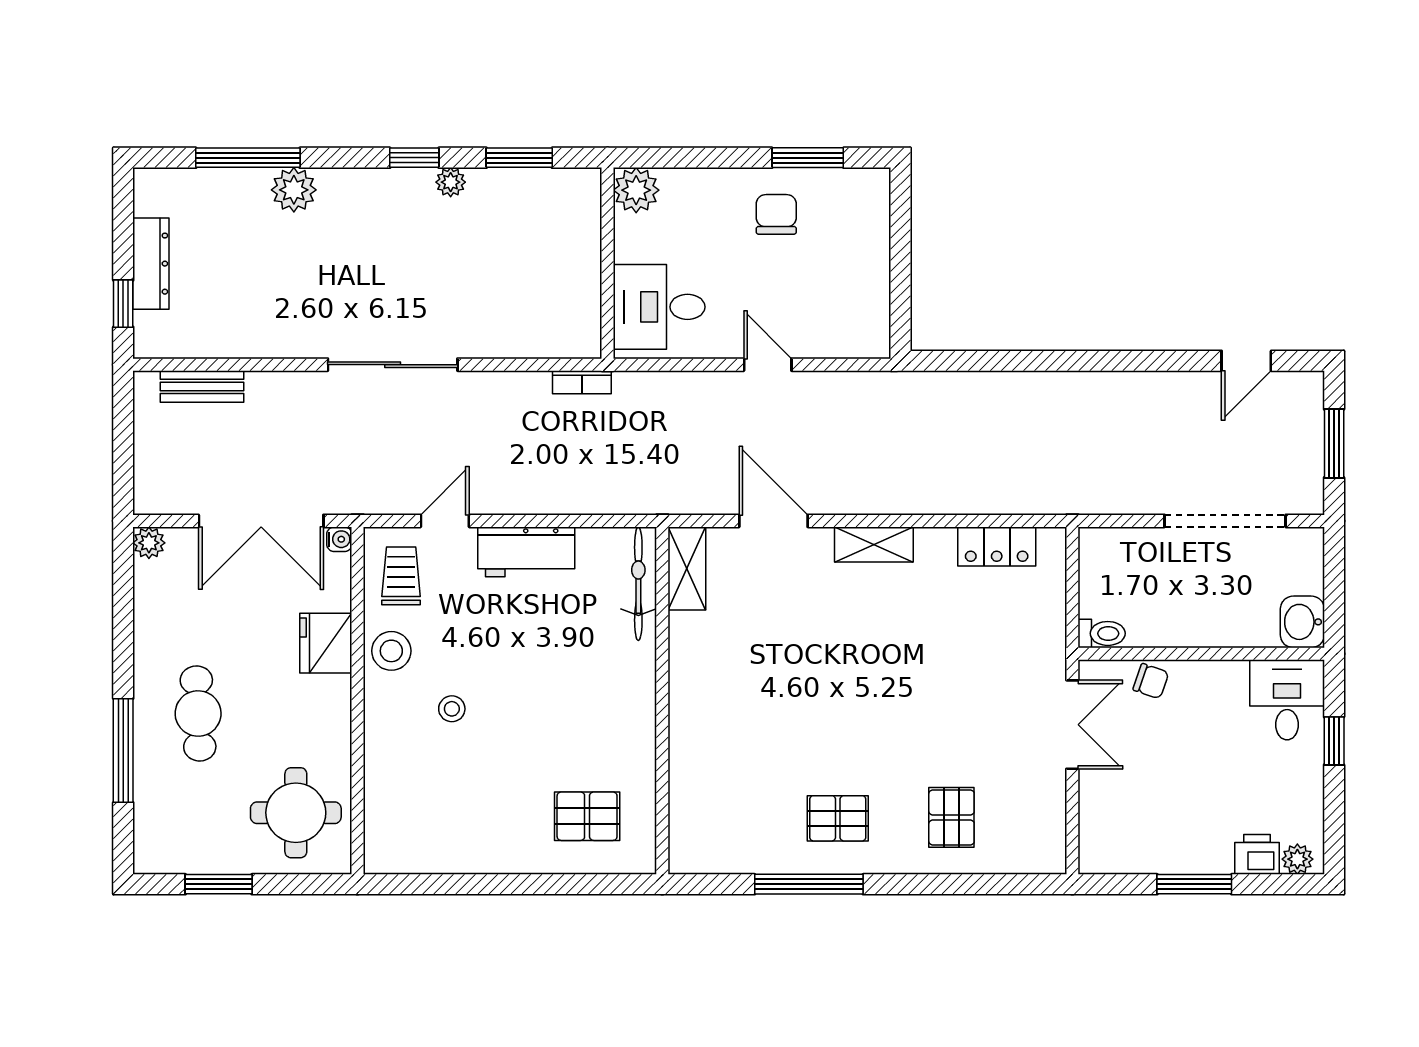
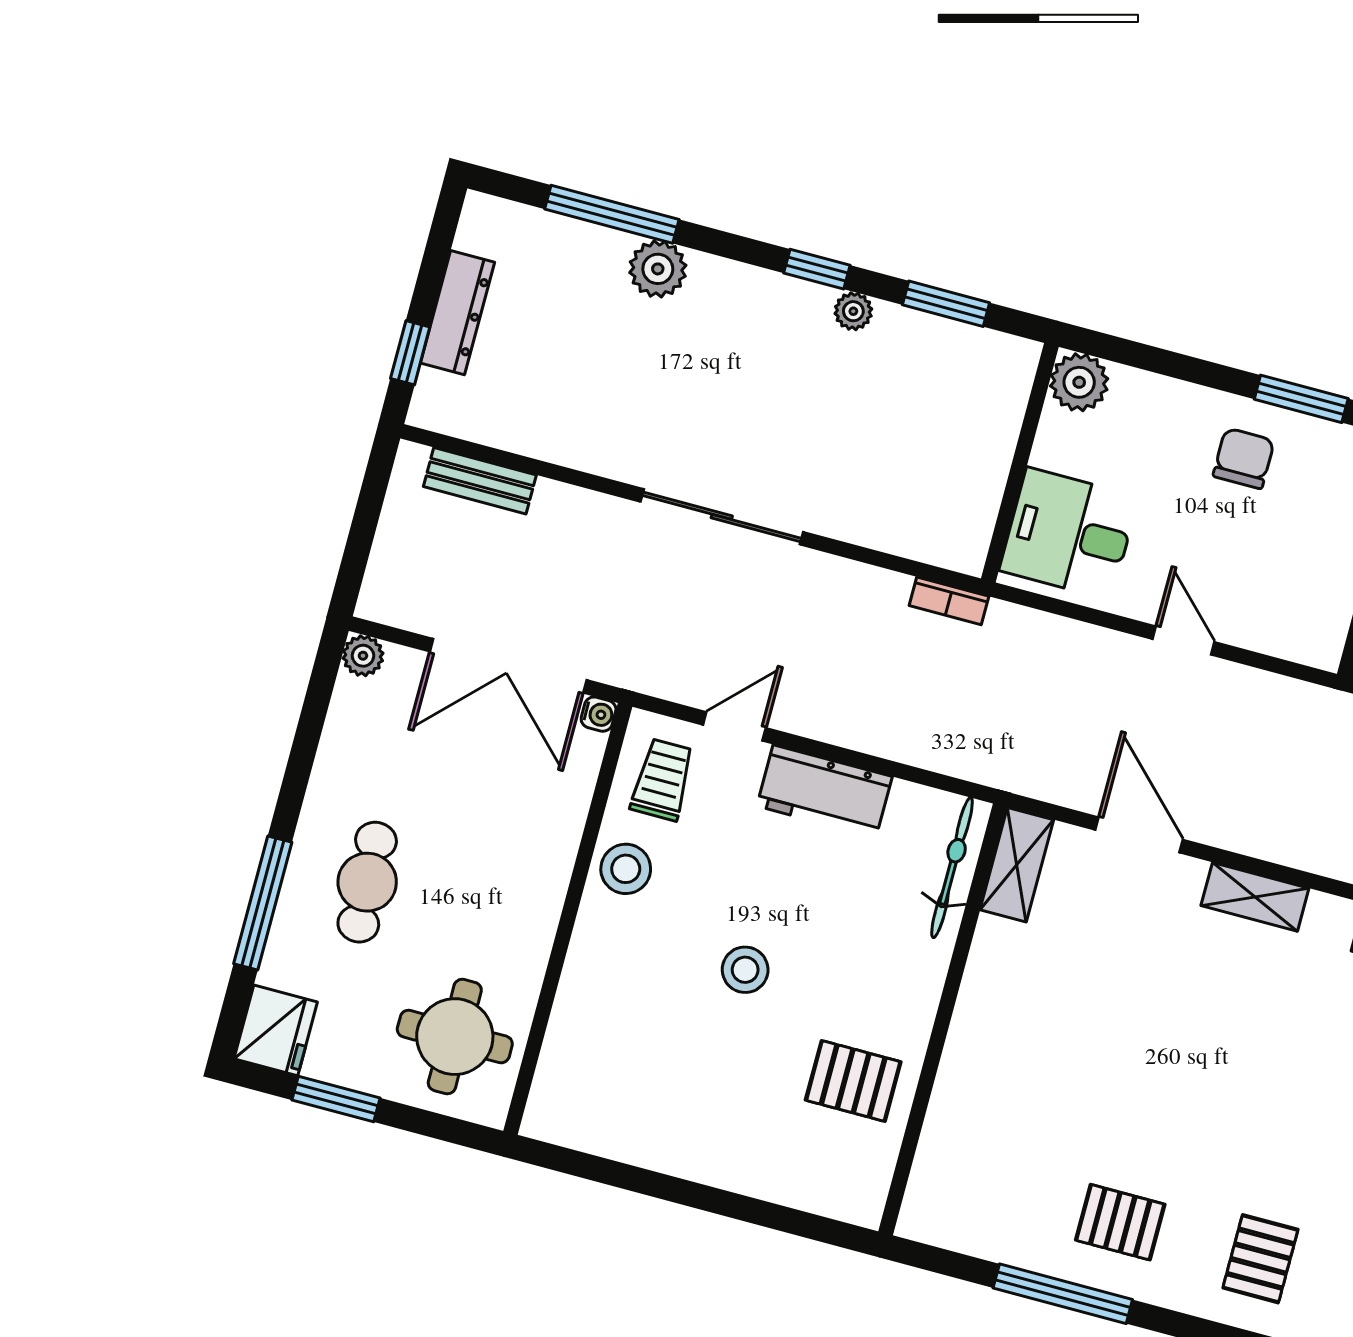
fridge: (326, 643) -> (276, 1030), moved, turned 180
stool: (452, 709) -> (745, 970), moved, width x1.37, depth x1.37
pallet: (587, 816) -> (853, 1081), moved

